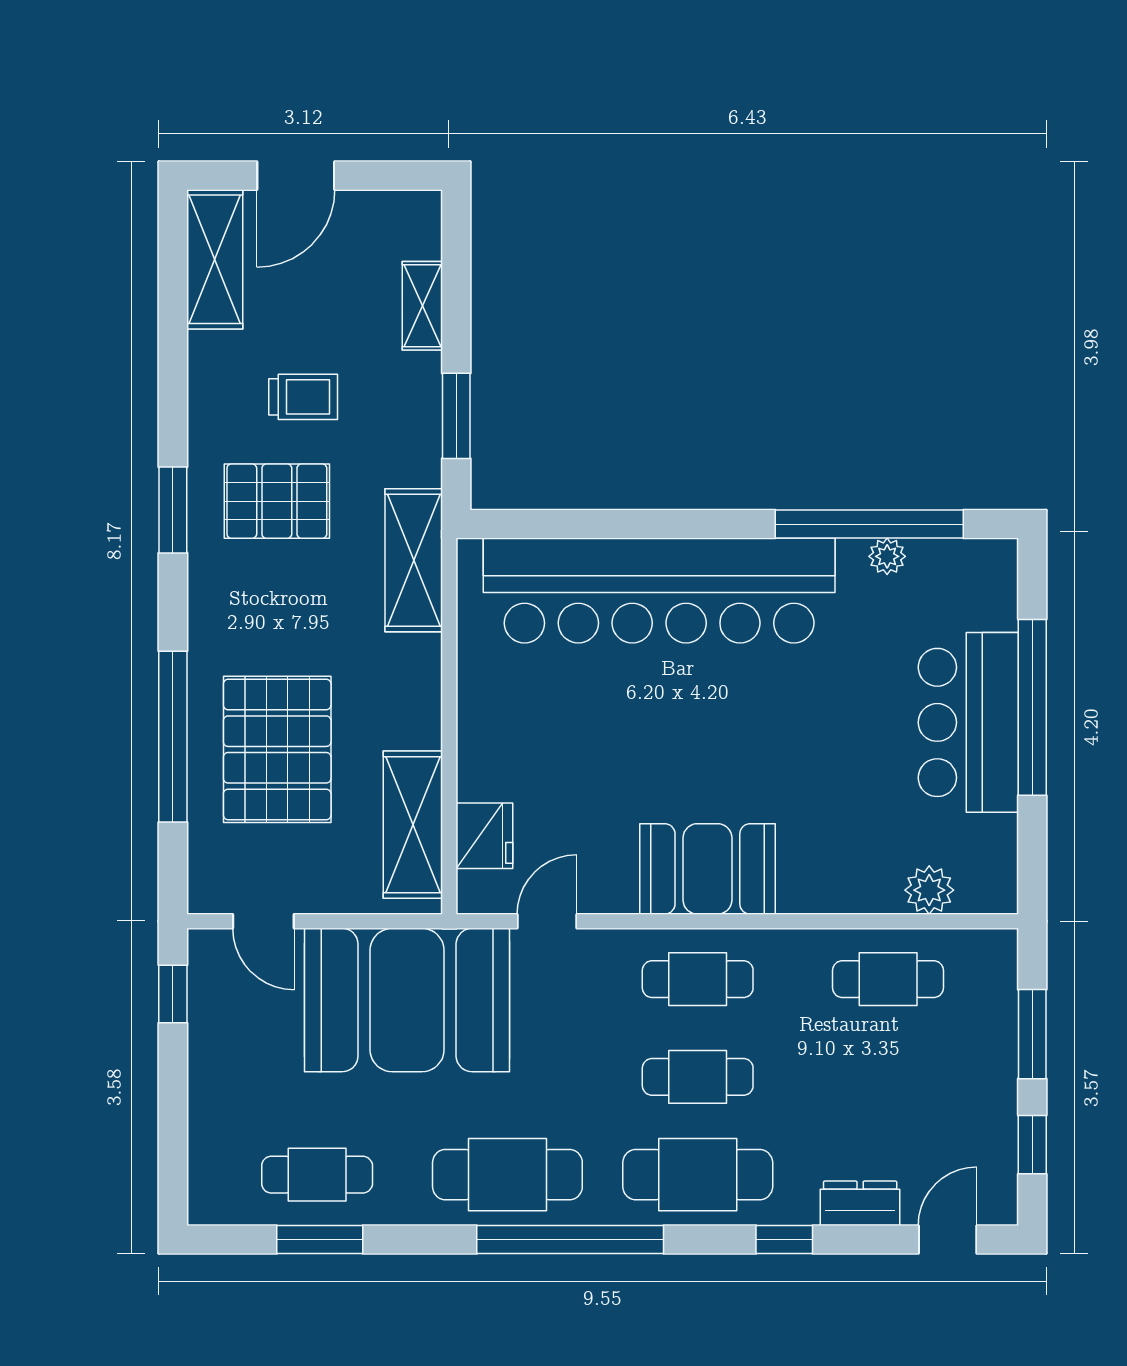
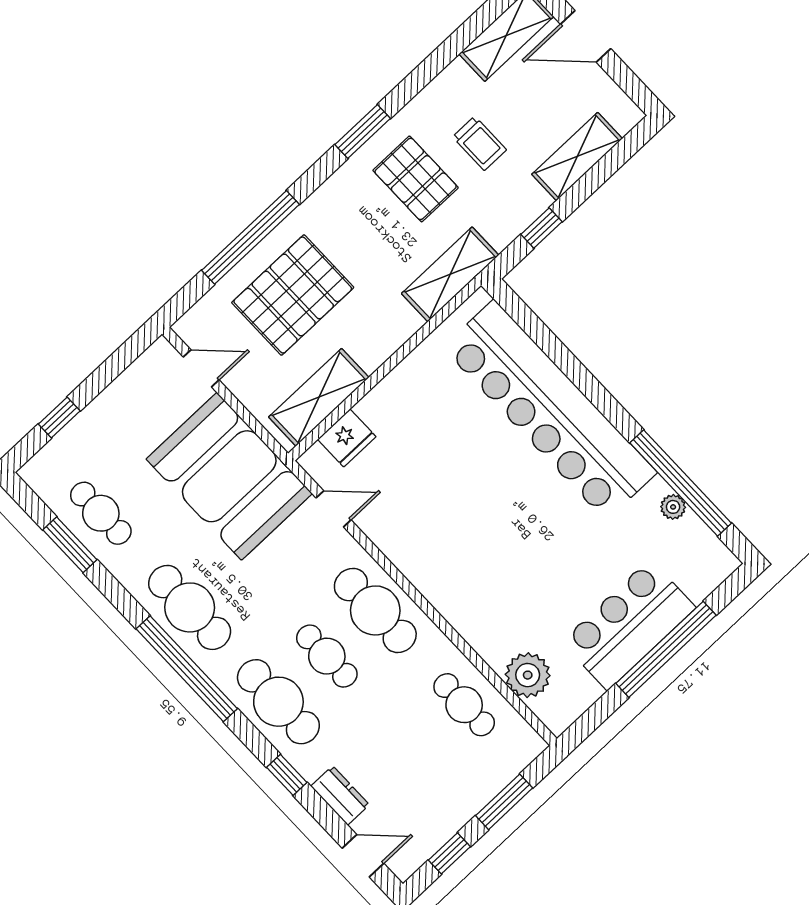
shelving: (422, 306) -> (577, 156), width x1.50, depth x1.33
window: (456, 416) -> (542, 228), width x0.67
booth: (707, 869) -> (434, 564), removed
plant: (929, 890) -> (528, 675), width x1.36, depth x1.36
door: (263, 921) -> (201, 368), swing flipped
cafe table: (698, 979) -> (375, 610), width x1.37, depth x1.35
window: (173, 994) -> (59, 417), moved

